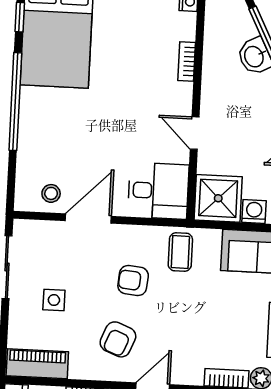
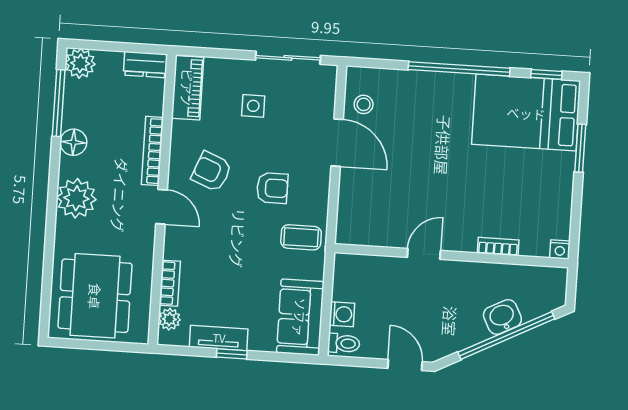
desk: (158, 191) -> (365, 215), removed
shower: (218, 198) -> (356, 277), removed
armchair: (133, 280) -> (272, 188), turned 85

